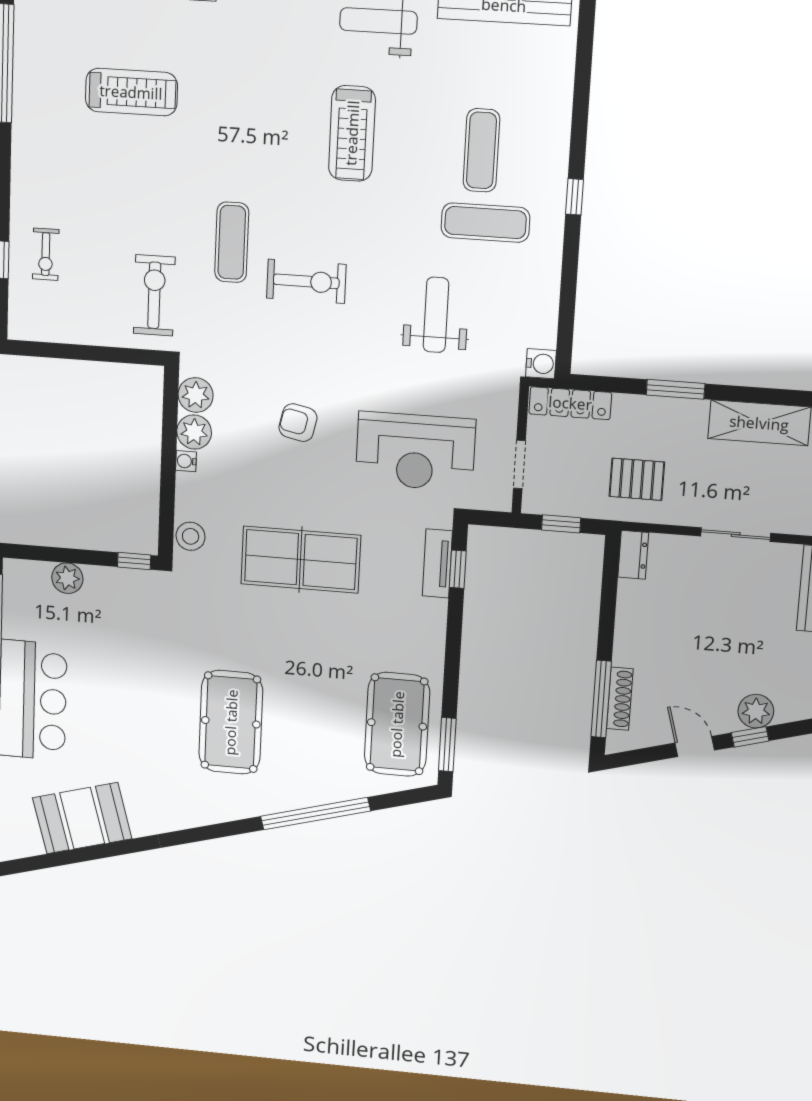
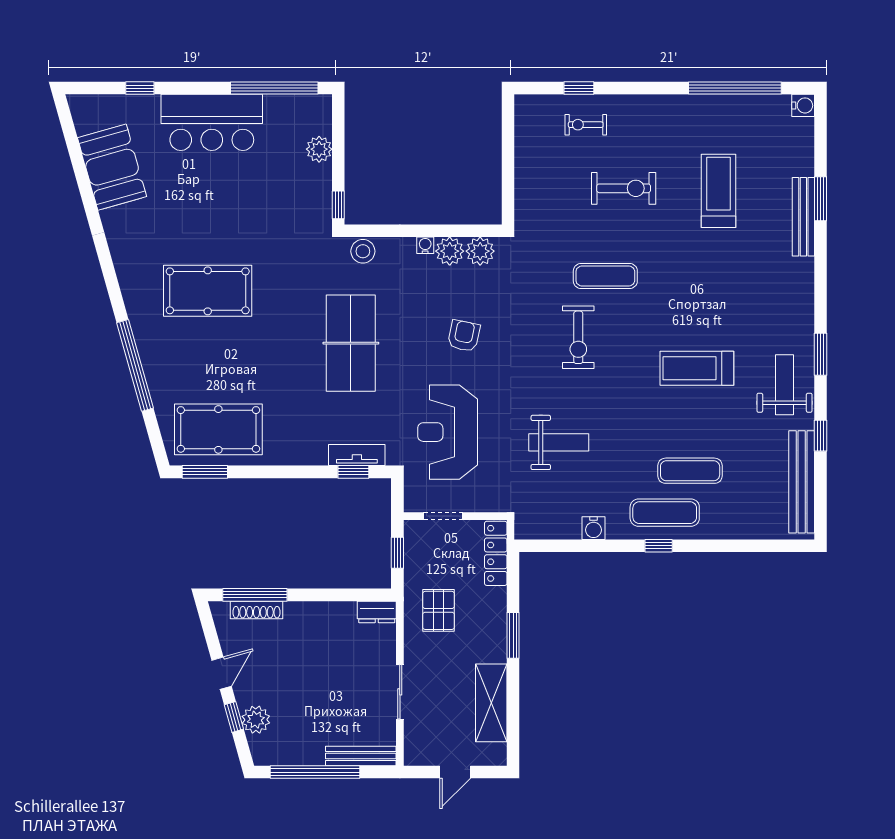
treadmill: (131, 92) -> (718, 191), turned 180
exercise mat: (485, 223) -> (665, 513), moved, turned 90
exercise bike: (154, 295) -> (624, 188), moved
water cooler: (541, 364) -> (593, 528), moved

